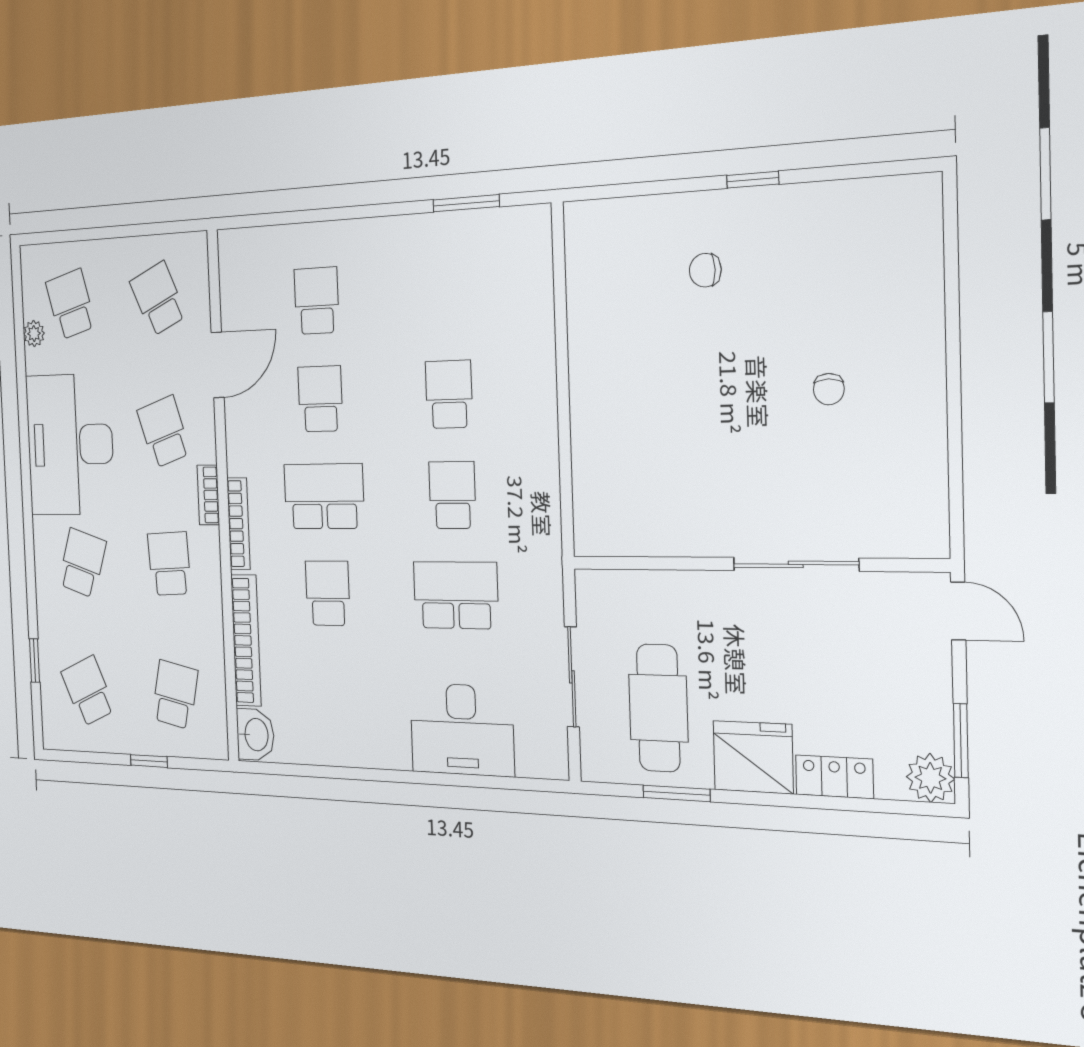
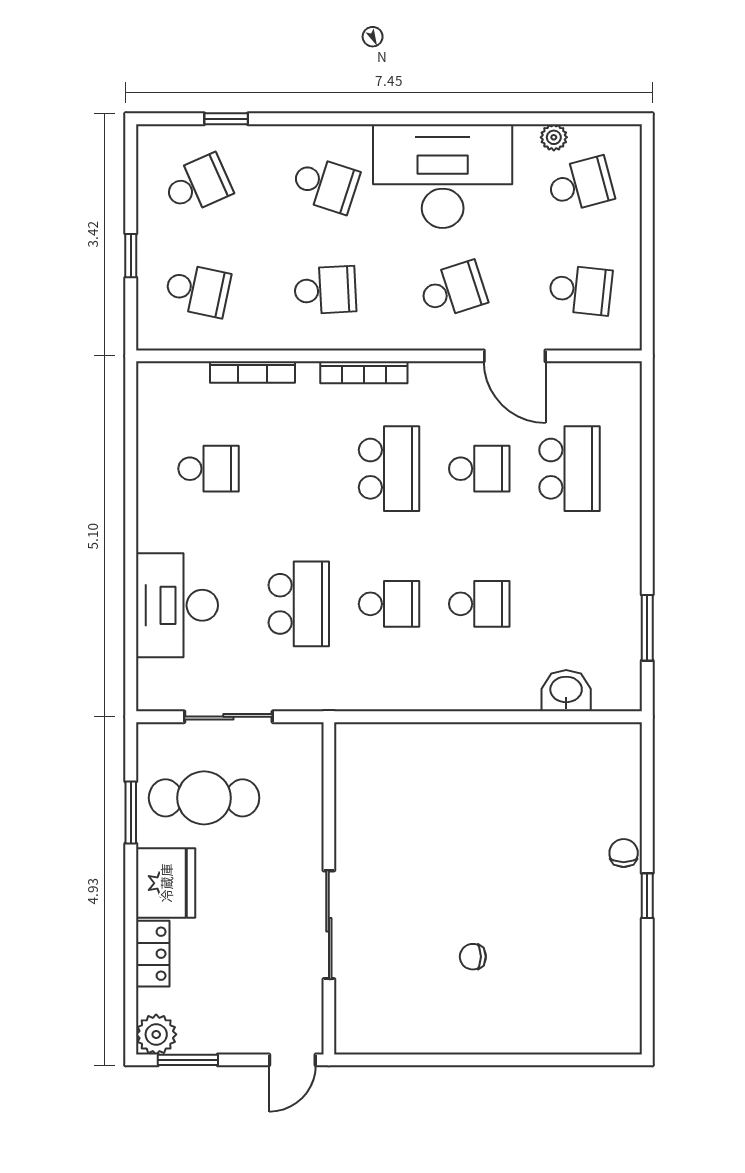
chair: (705, 270) -> (624, 853), moved
school desk: (158, 299) -> (580, 290), turned 30
school desk: (317, 301) -> (569, 469), width x1.85
bookcase: (208, 495) -> (391, 339), removed
school desk: (328, 593) -> (209, 469), moved
bookcase: (246, 640) -> (252, 372), width x0.68, depth x0.76
washbasin: (255, 735) -> (566, 691), moved, turned 180

